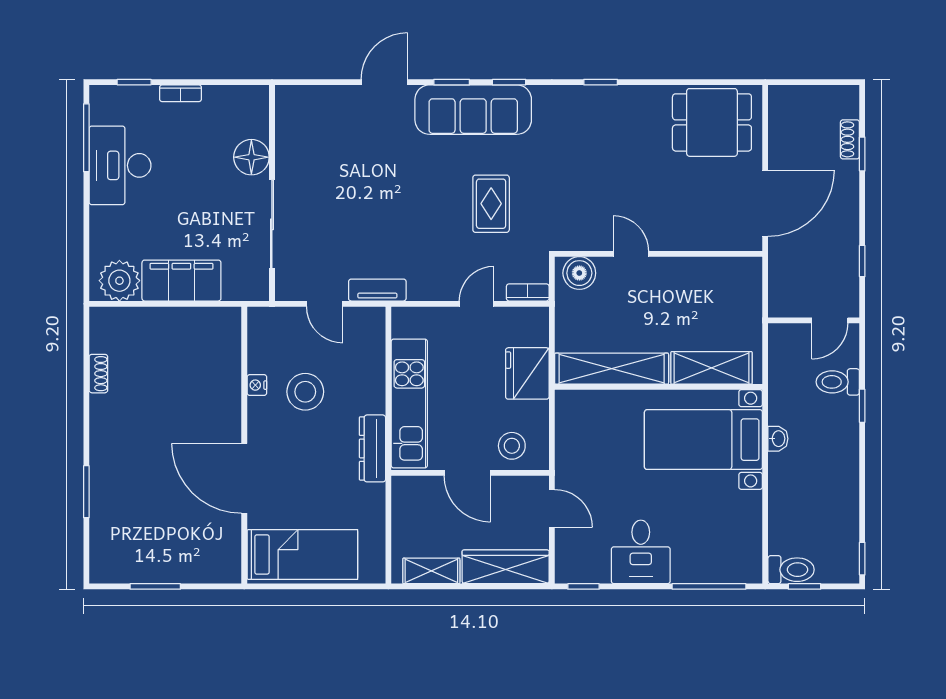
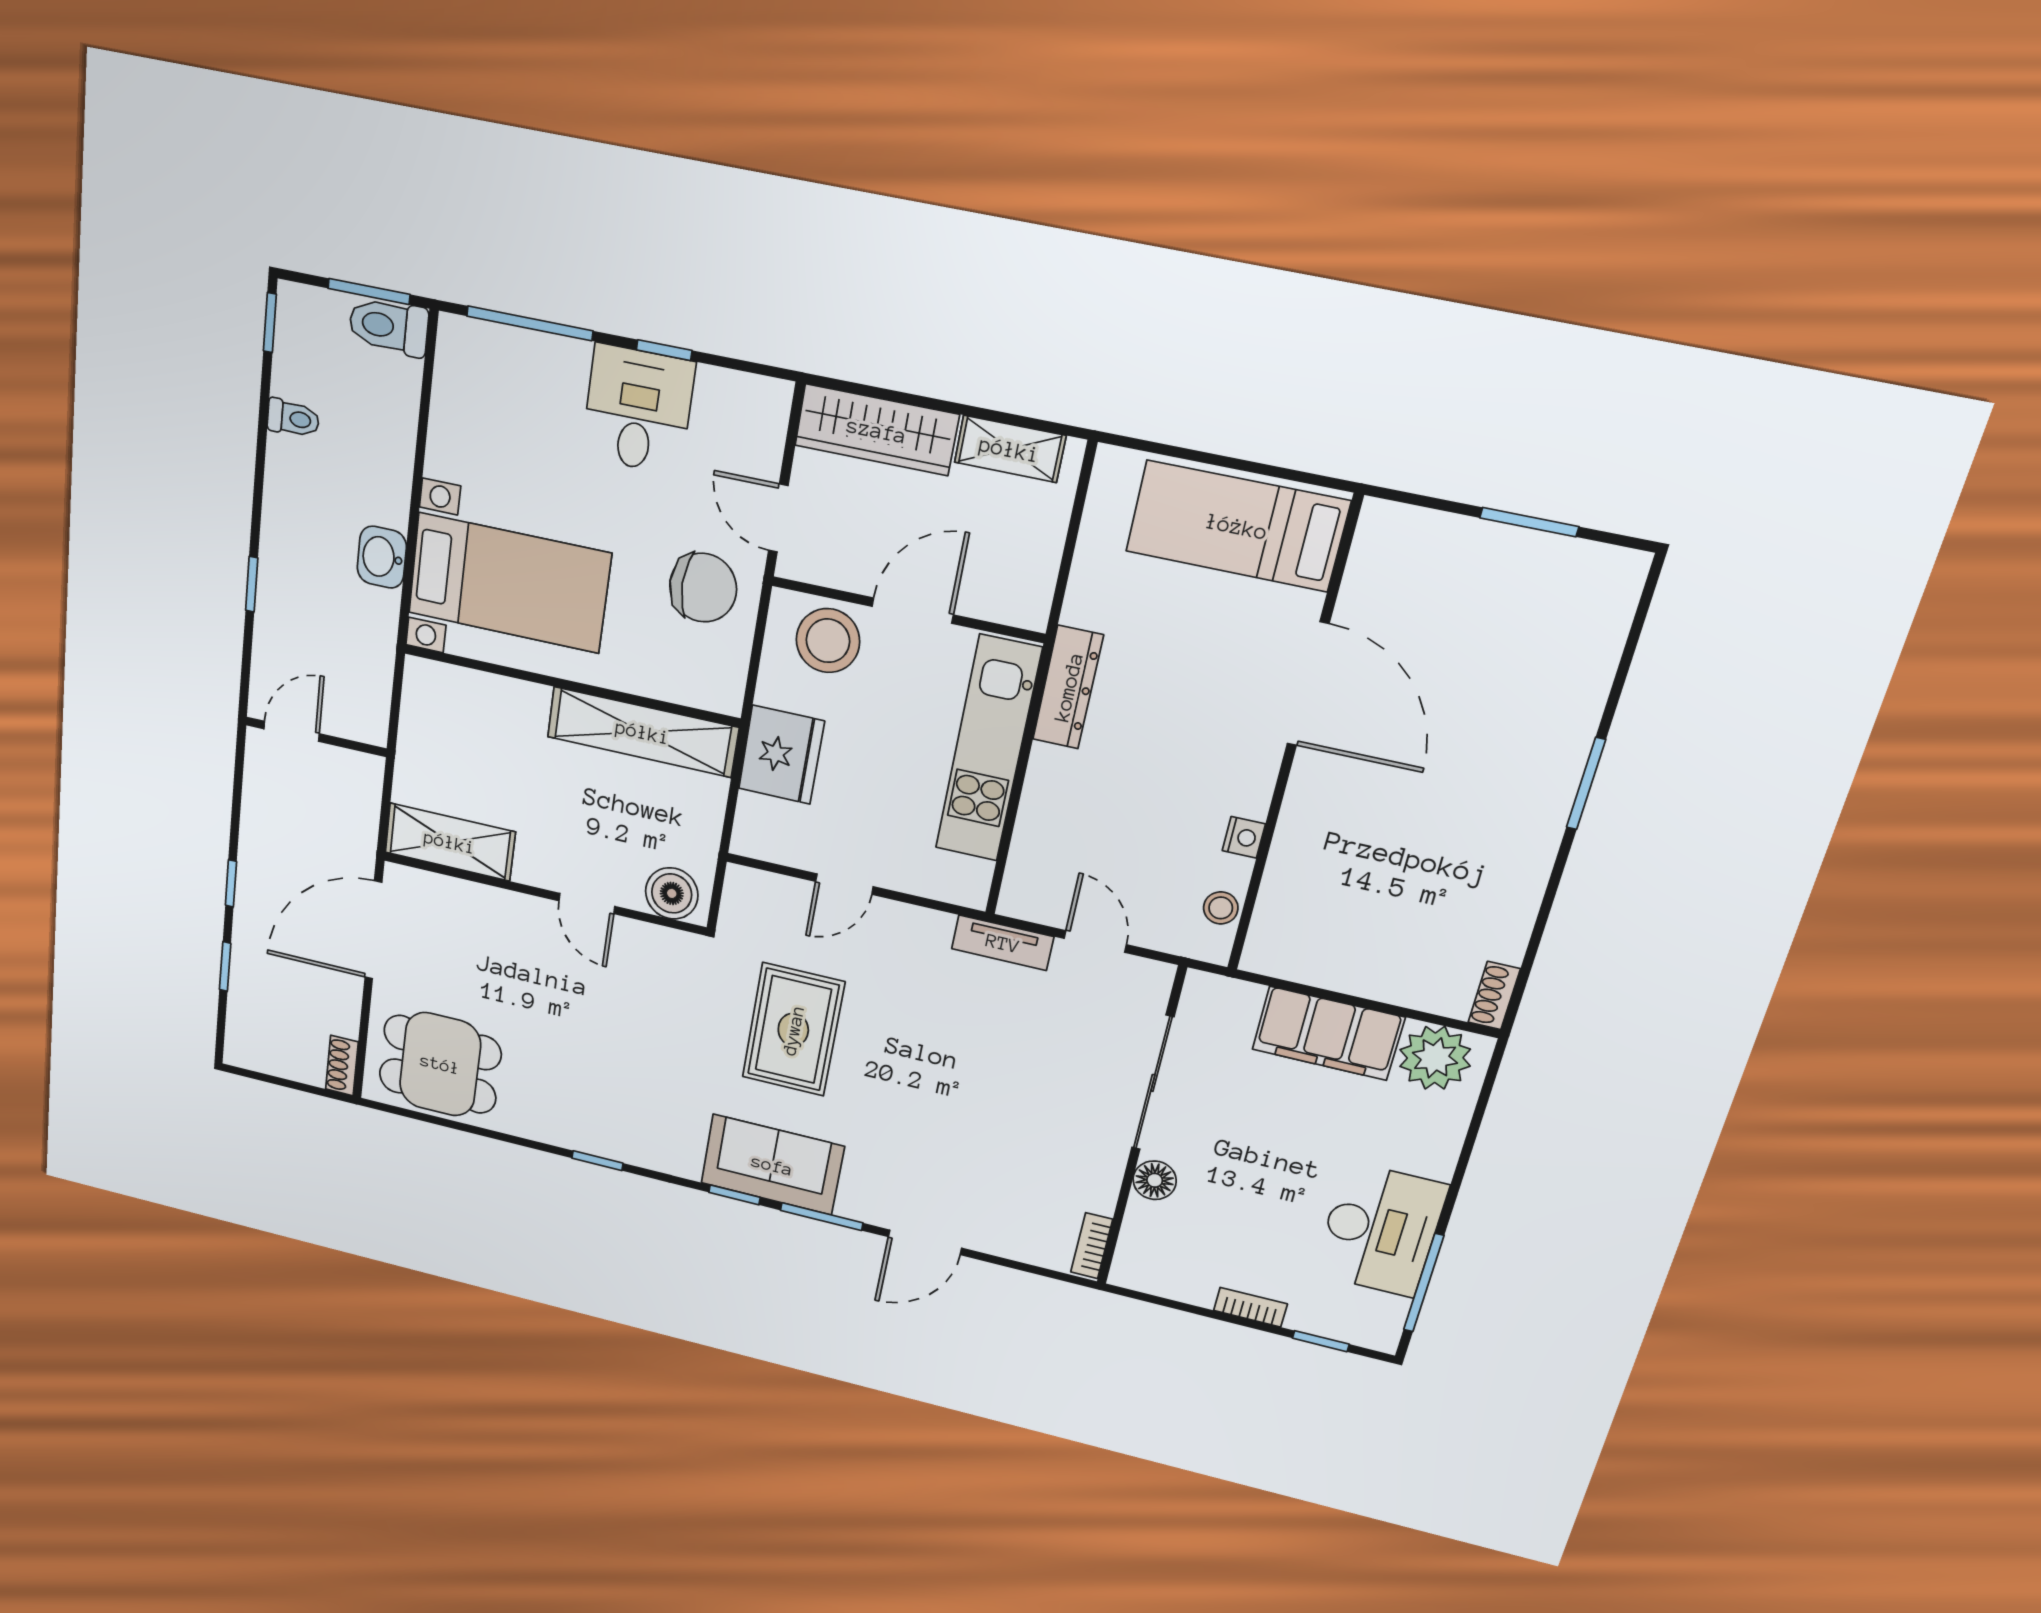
window: (452, 82) -> (822, 1217), width x1.50
sofa: (473, 110) -> (772, 1165), width x0.73
shoe rack: (850, 139) -> (342, 1066), moved, turned 180
floor lamp: (251, 157) -> (1155, 1180), width x0.73, depth x0.73
rug: (491, 204) -> (793, 1030), width x1.36, depth x1.43
window: (862, 261) -> (231, 883), moved
bookcase: (528, 292) -> (1092, 1246), moved, turned 90
shelving: (711, 368) -> (450, 842), moved
shoe rack: (98, 374) -> (1494, 996), moved
toilet: (838, 382) -> (293, 418), moved, width x0.73, depth x0.72
stool: (305, 392) -> (1221, 908), moved, width x0.53, depth x0.53
washbasin: (778, 439) -> (382, 557), width x1.38, depth x1.45
stool: (512, 446) -> (828, 641), width x1.38, depth x1.38
chair: (589, 461) -> (703, 588), added
door: (467, 473) -> (913, 611), hinge flipped
window: (86, 492) -> (1586, 784), moved
window: (584, 586) -> (664, 350), moved
window: (804, 586) -> (369, 291), width x1.50

